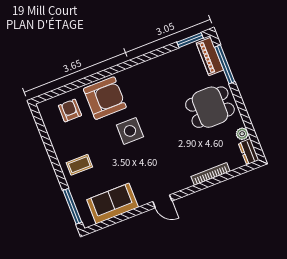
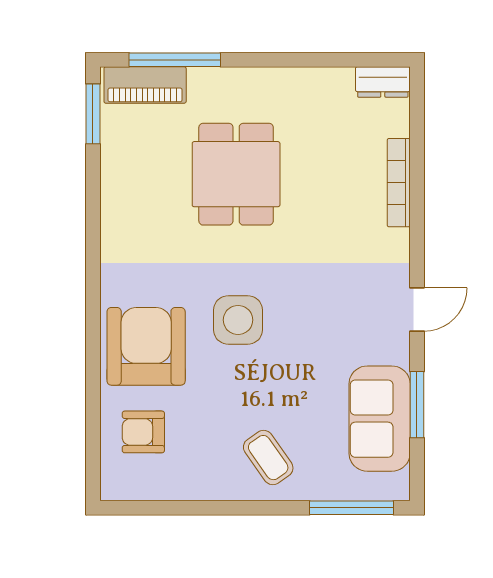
dining table: (210, 107) -> (236, 174), moved
plant: (242, 134) -> (339, 81), removed
coffee table: (79, 165) -> (268, 458), turned -35
window: (124, 216) -> (417, 405), added

